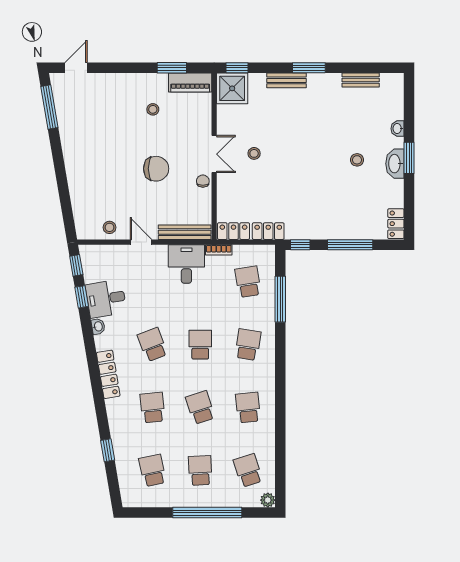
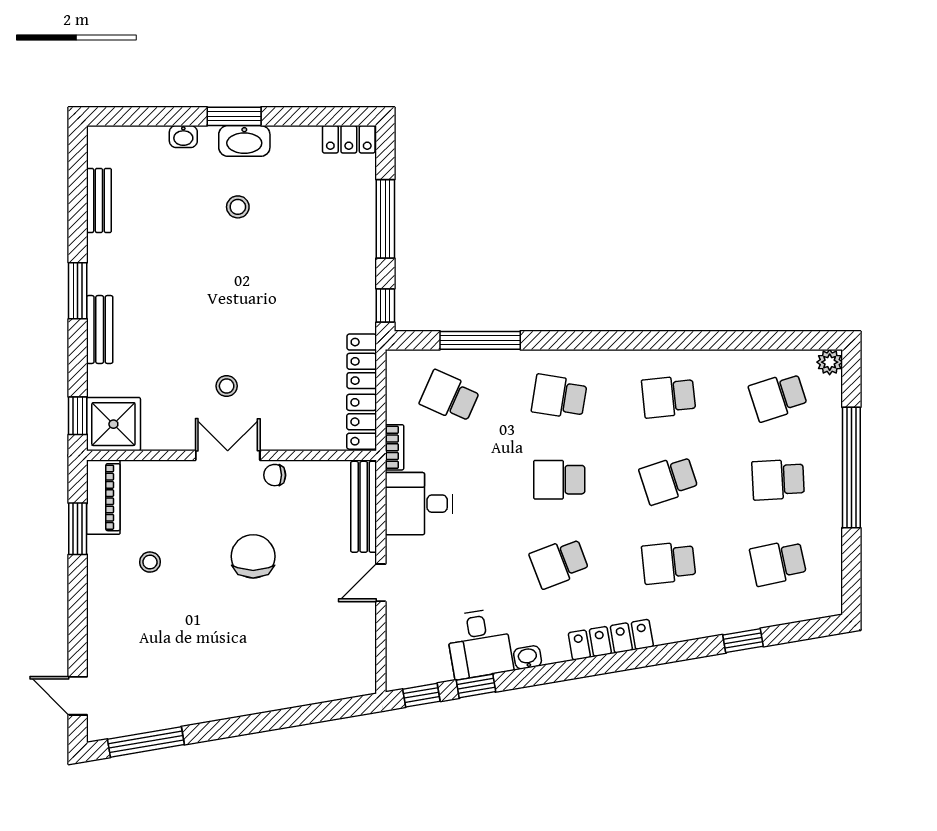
stool: (110, 227) -> (355, 637), removed
school desk: (248, 282) -> (450, 397), turned 33

